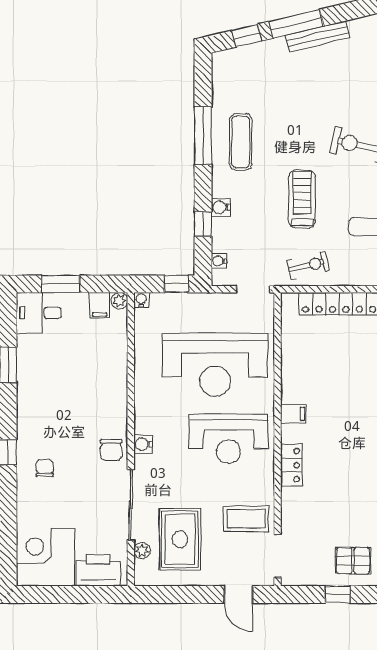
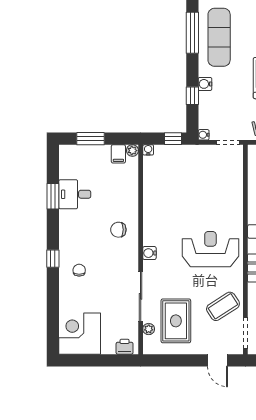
exercise mat: (241, 142) -> (219, 37), width x1.36, depth x1.45
water cooler: (219, 261) -> (204, 135), moved
desk: (39, 313) -> (75, 194), moved
reception desk: (215, 365) -> (201, 196), removed
reception desk: (229, 439) -> (210, 249), turned 180
chair: (111, 450) -> (118, 230), moved, turned 90
coffee table: (246, 519) -> (223, 306), turned -33
printer: (98, 570) -> (125, 347), width x0.53, depth x0.68

